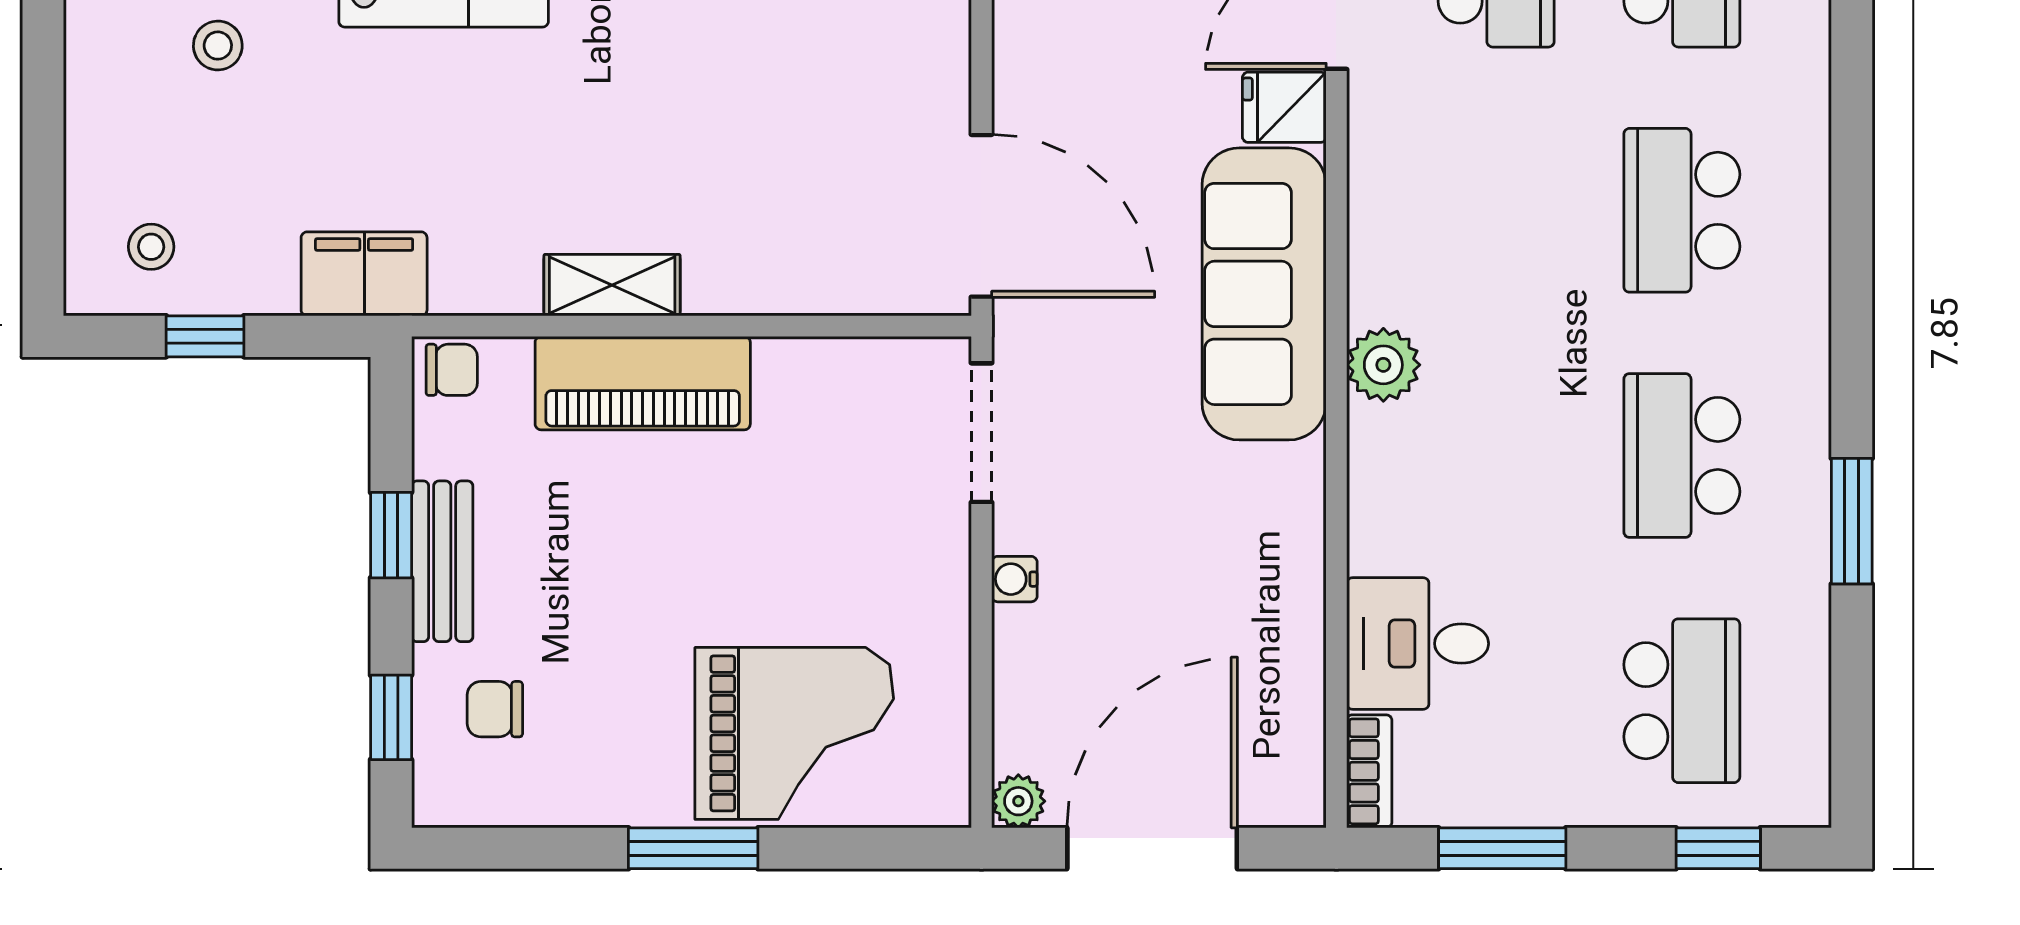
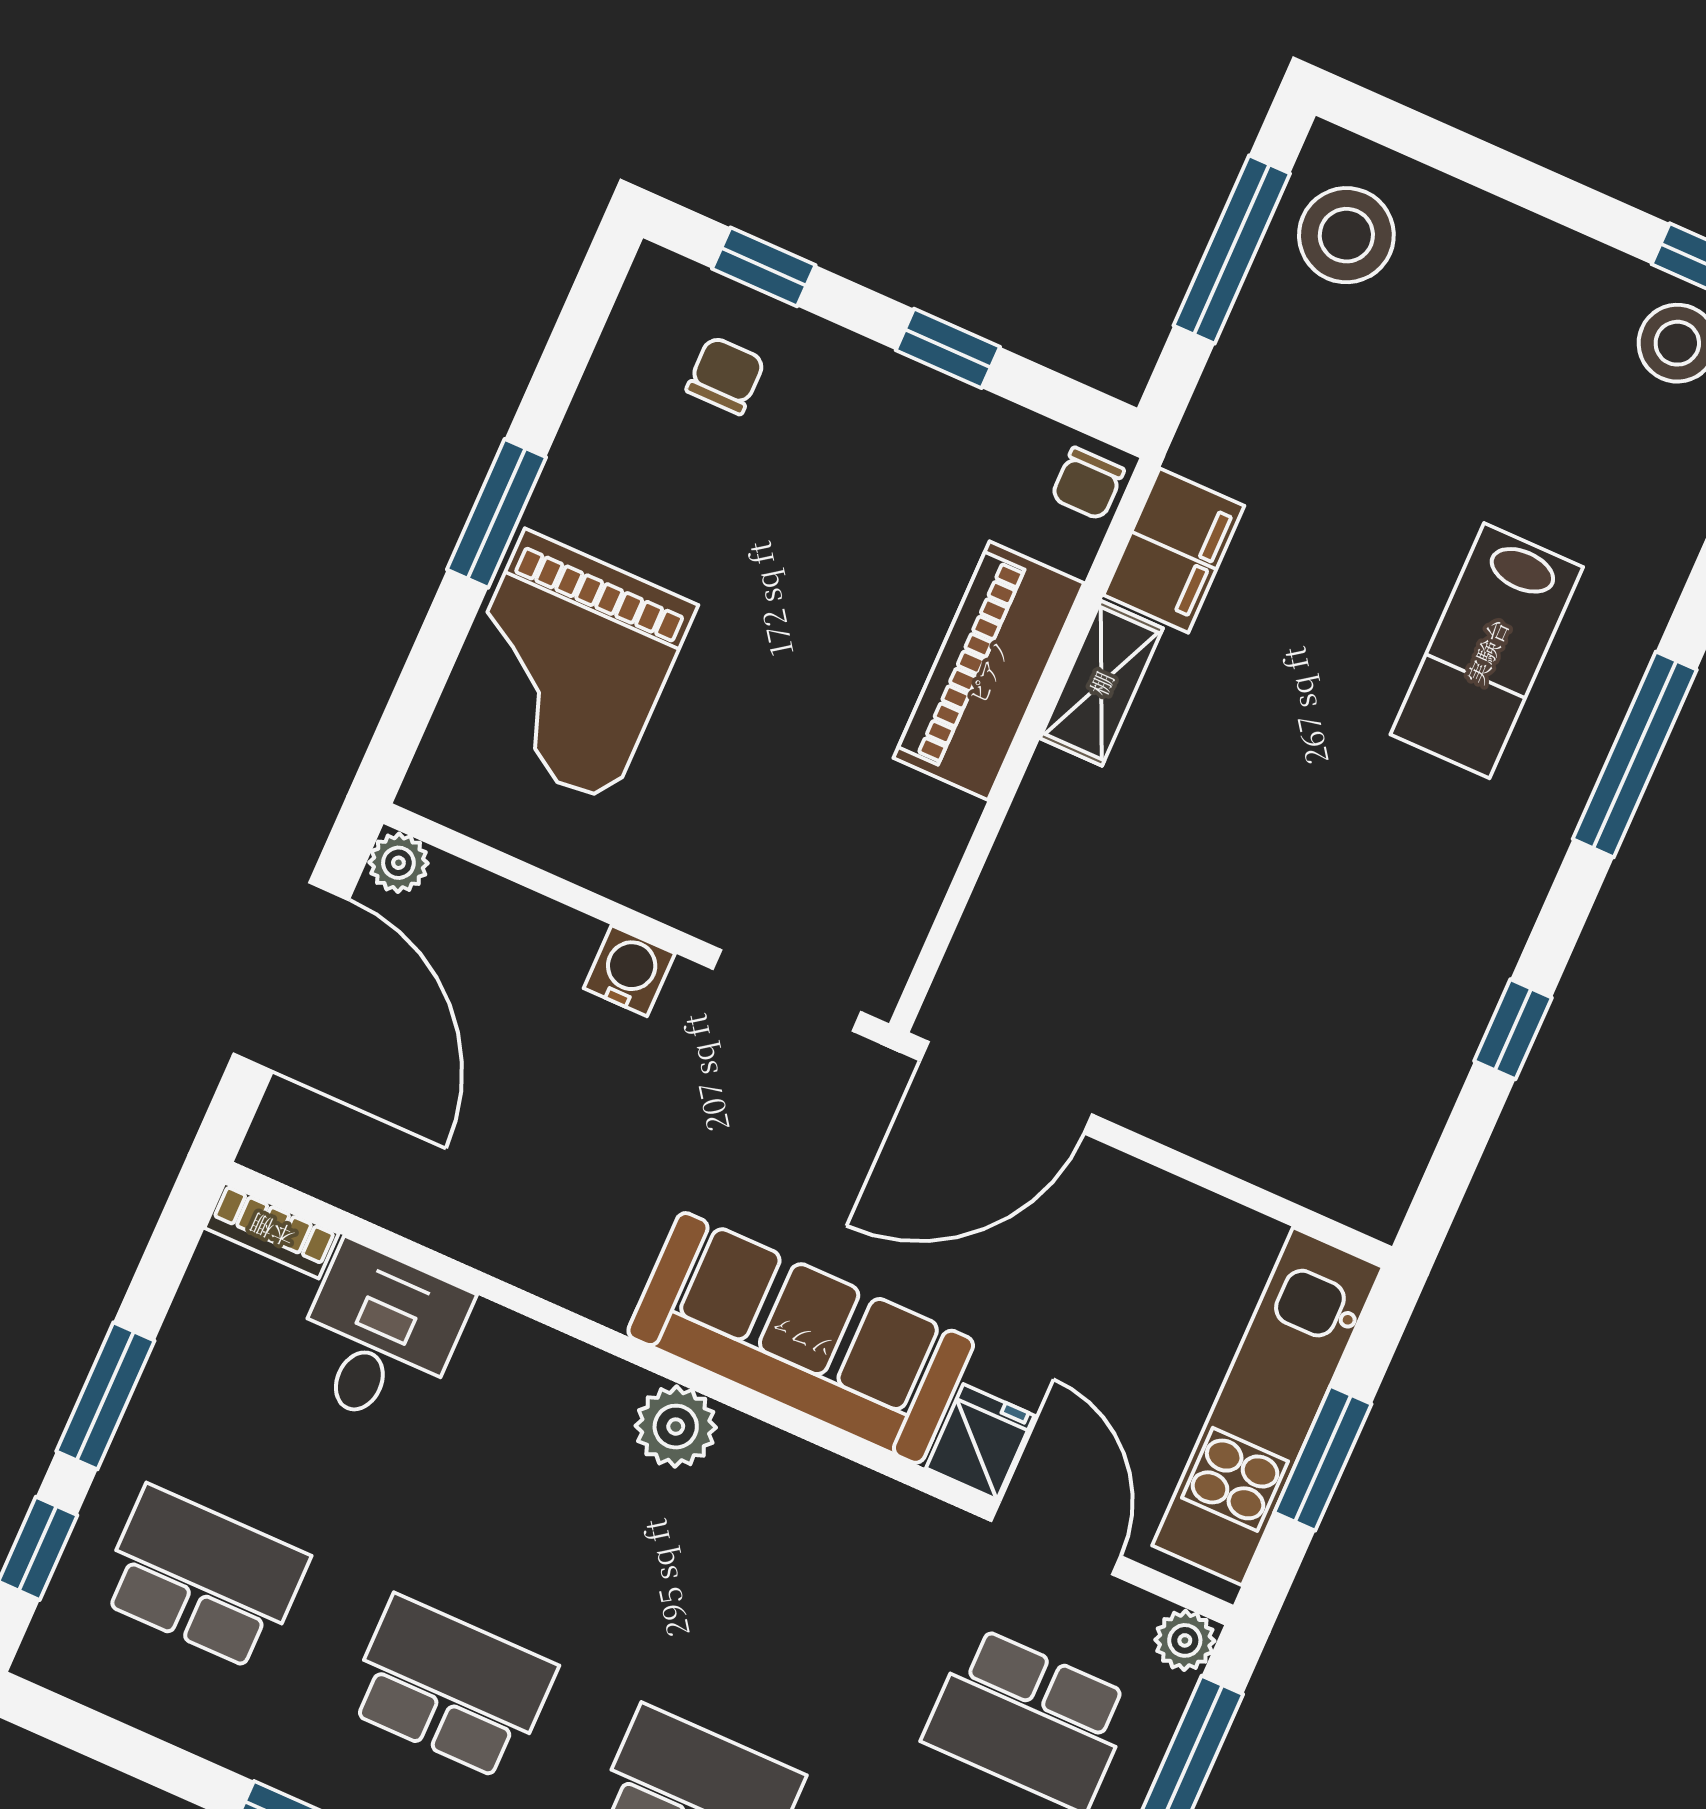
stool: (218, 46) -> (1520, 393), removed
stool: (151, 247) -> (1346, 235), width x1.89, depth x1.89
filing cabinet: (364, 274) -> (1174, 550), moved
window: (205, 336) -> (1232, 249), width x2.17
bench: (442, 561) -> (898, 388), removed
water cooler: (1014, 579) -> (629, 971), width x1.38, depth x1.38
school desk: (1682, 701) -> (203, 1578), turned 180
window: (1502, 848) -> (105, 1396), moved

